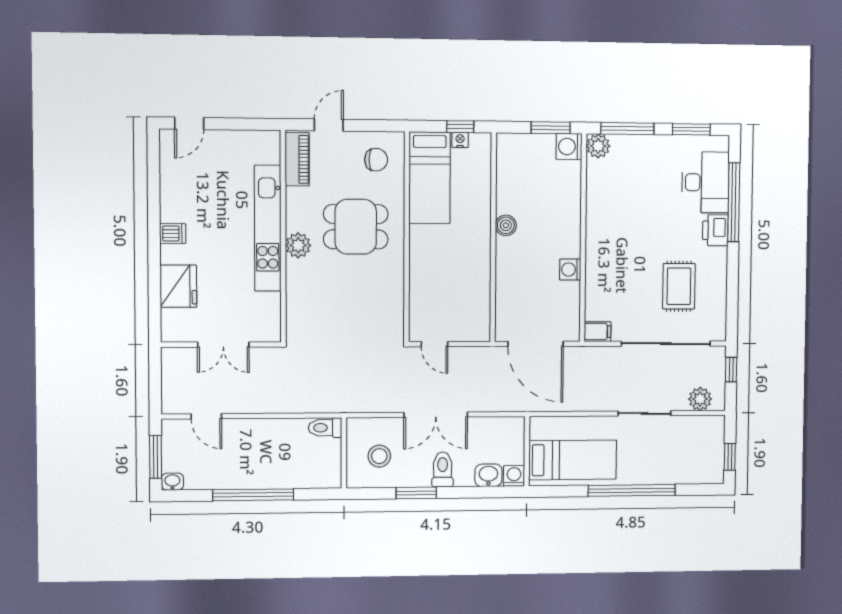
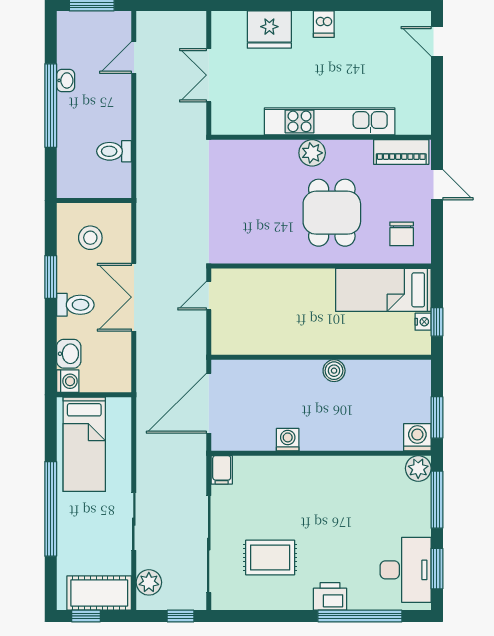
desk: (705, 182) -> (406, 570), moved, turned -90
toilet: (325, 428) -> (114, 151), moved, turned -90
cot: (709, 445) -> (99, 593), added
washbasin: (172, 482) -> (66, 80), moved

